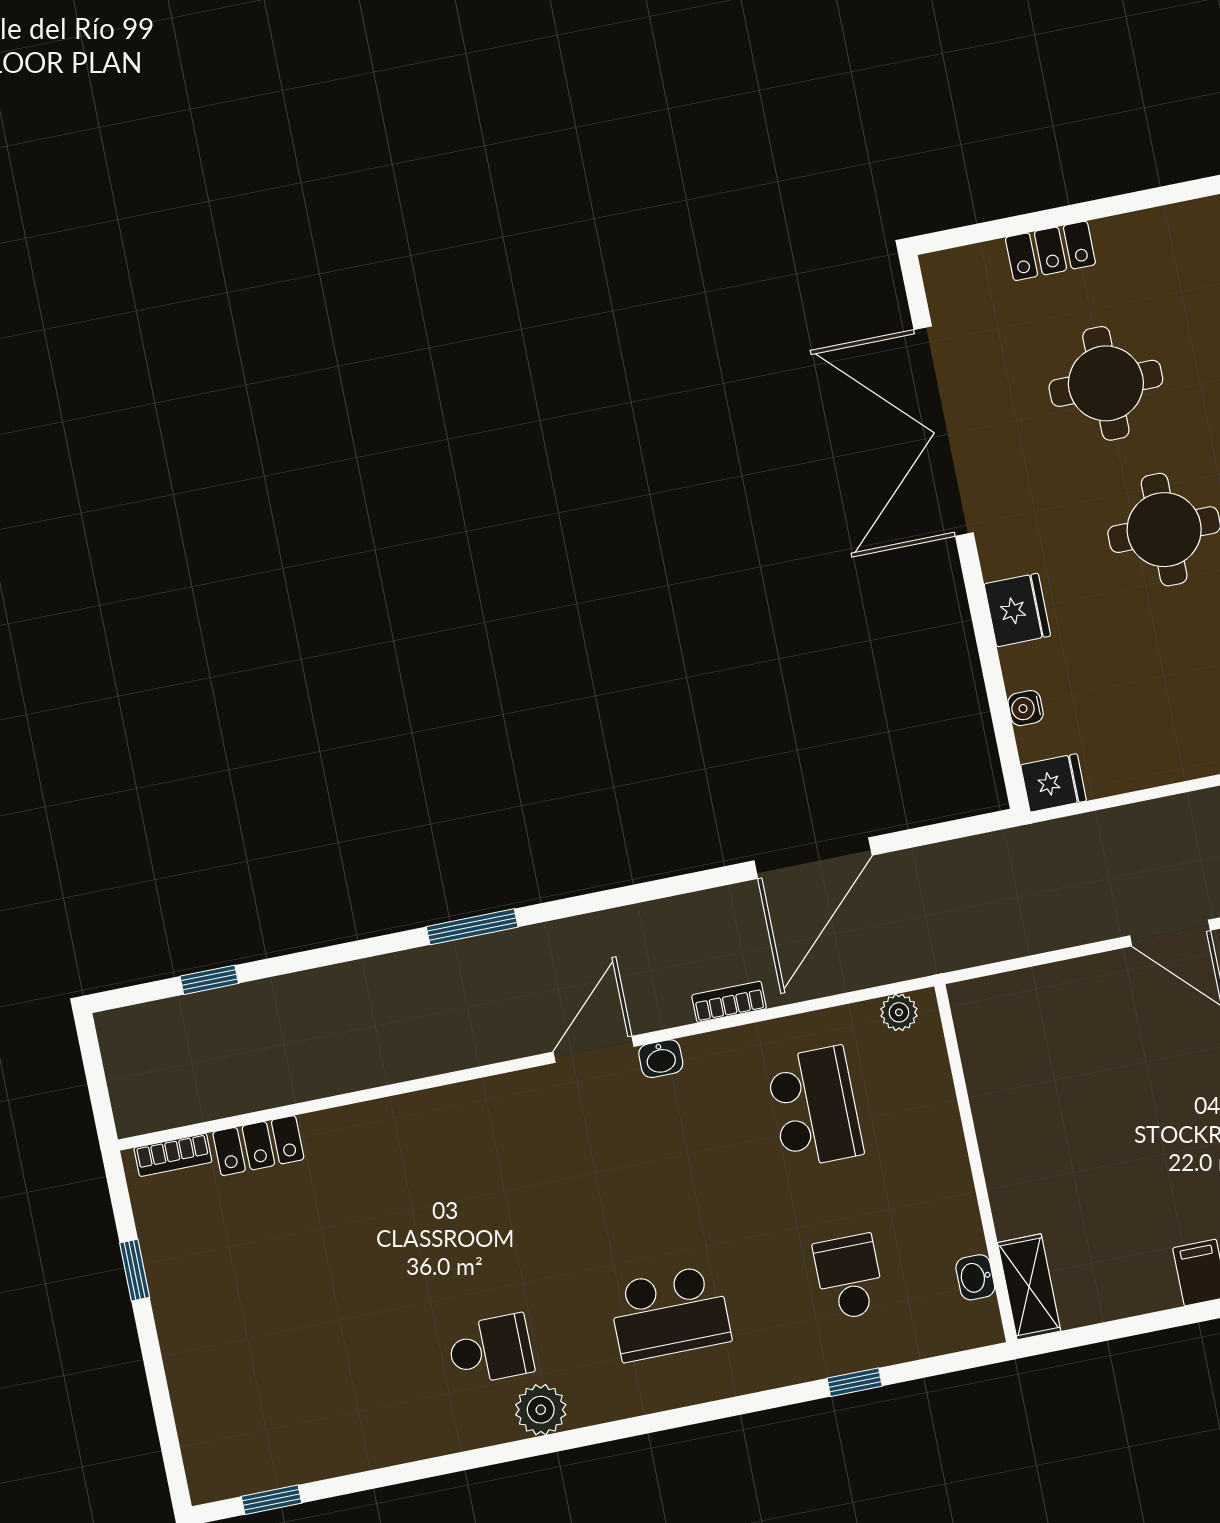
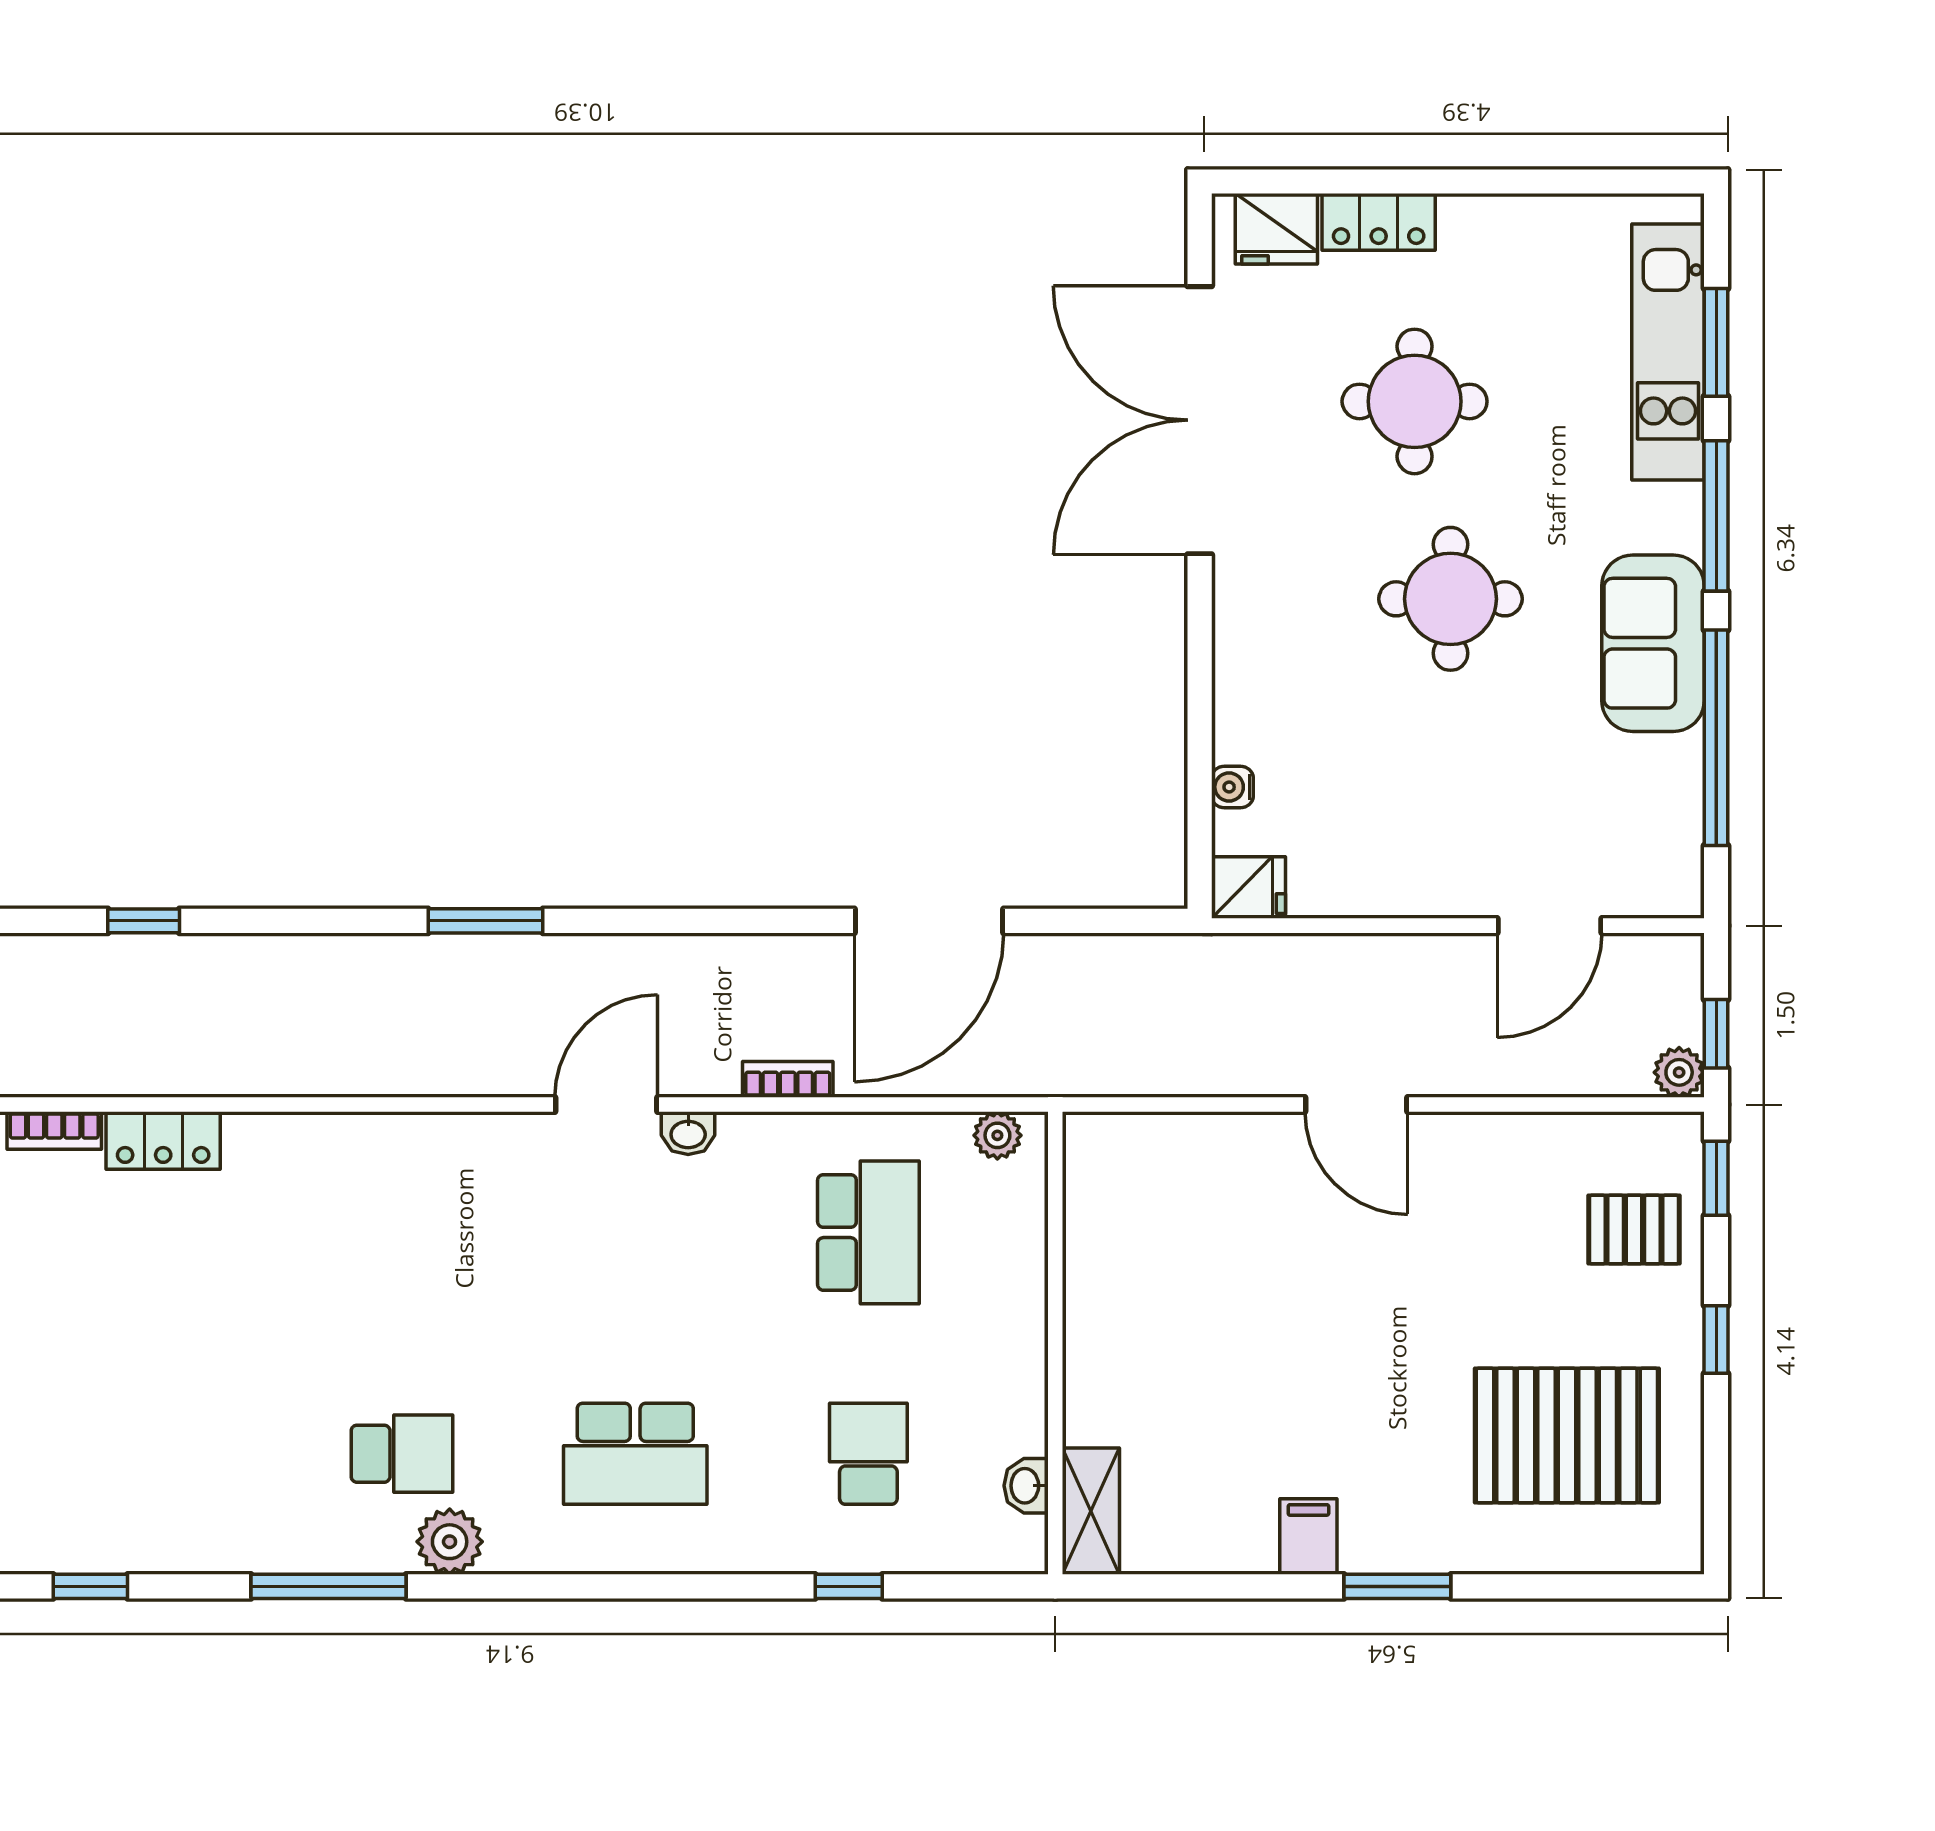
fridge: (1017, 610) -> (1276, 229), moved, turned 90
window: (455, 1463) -> (328, 1586), added

